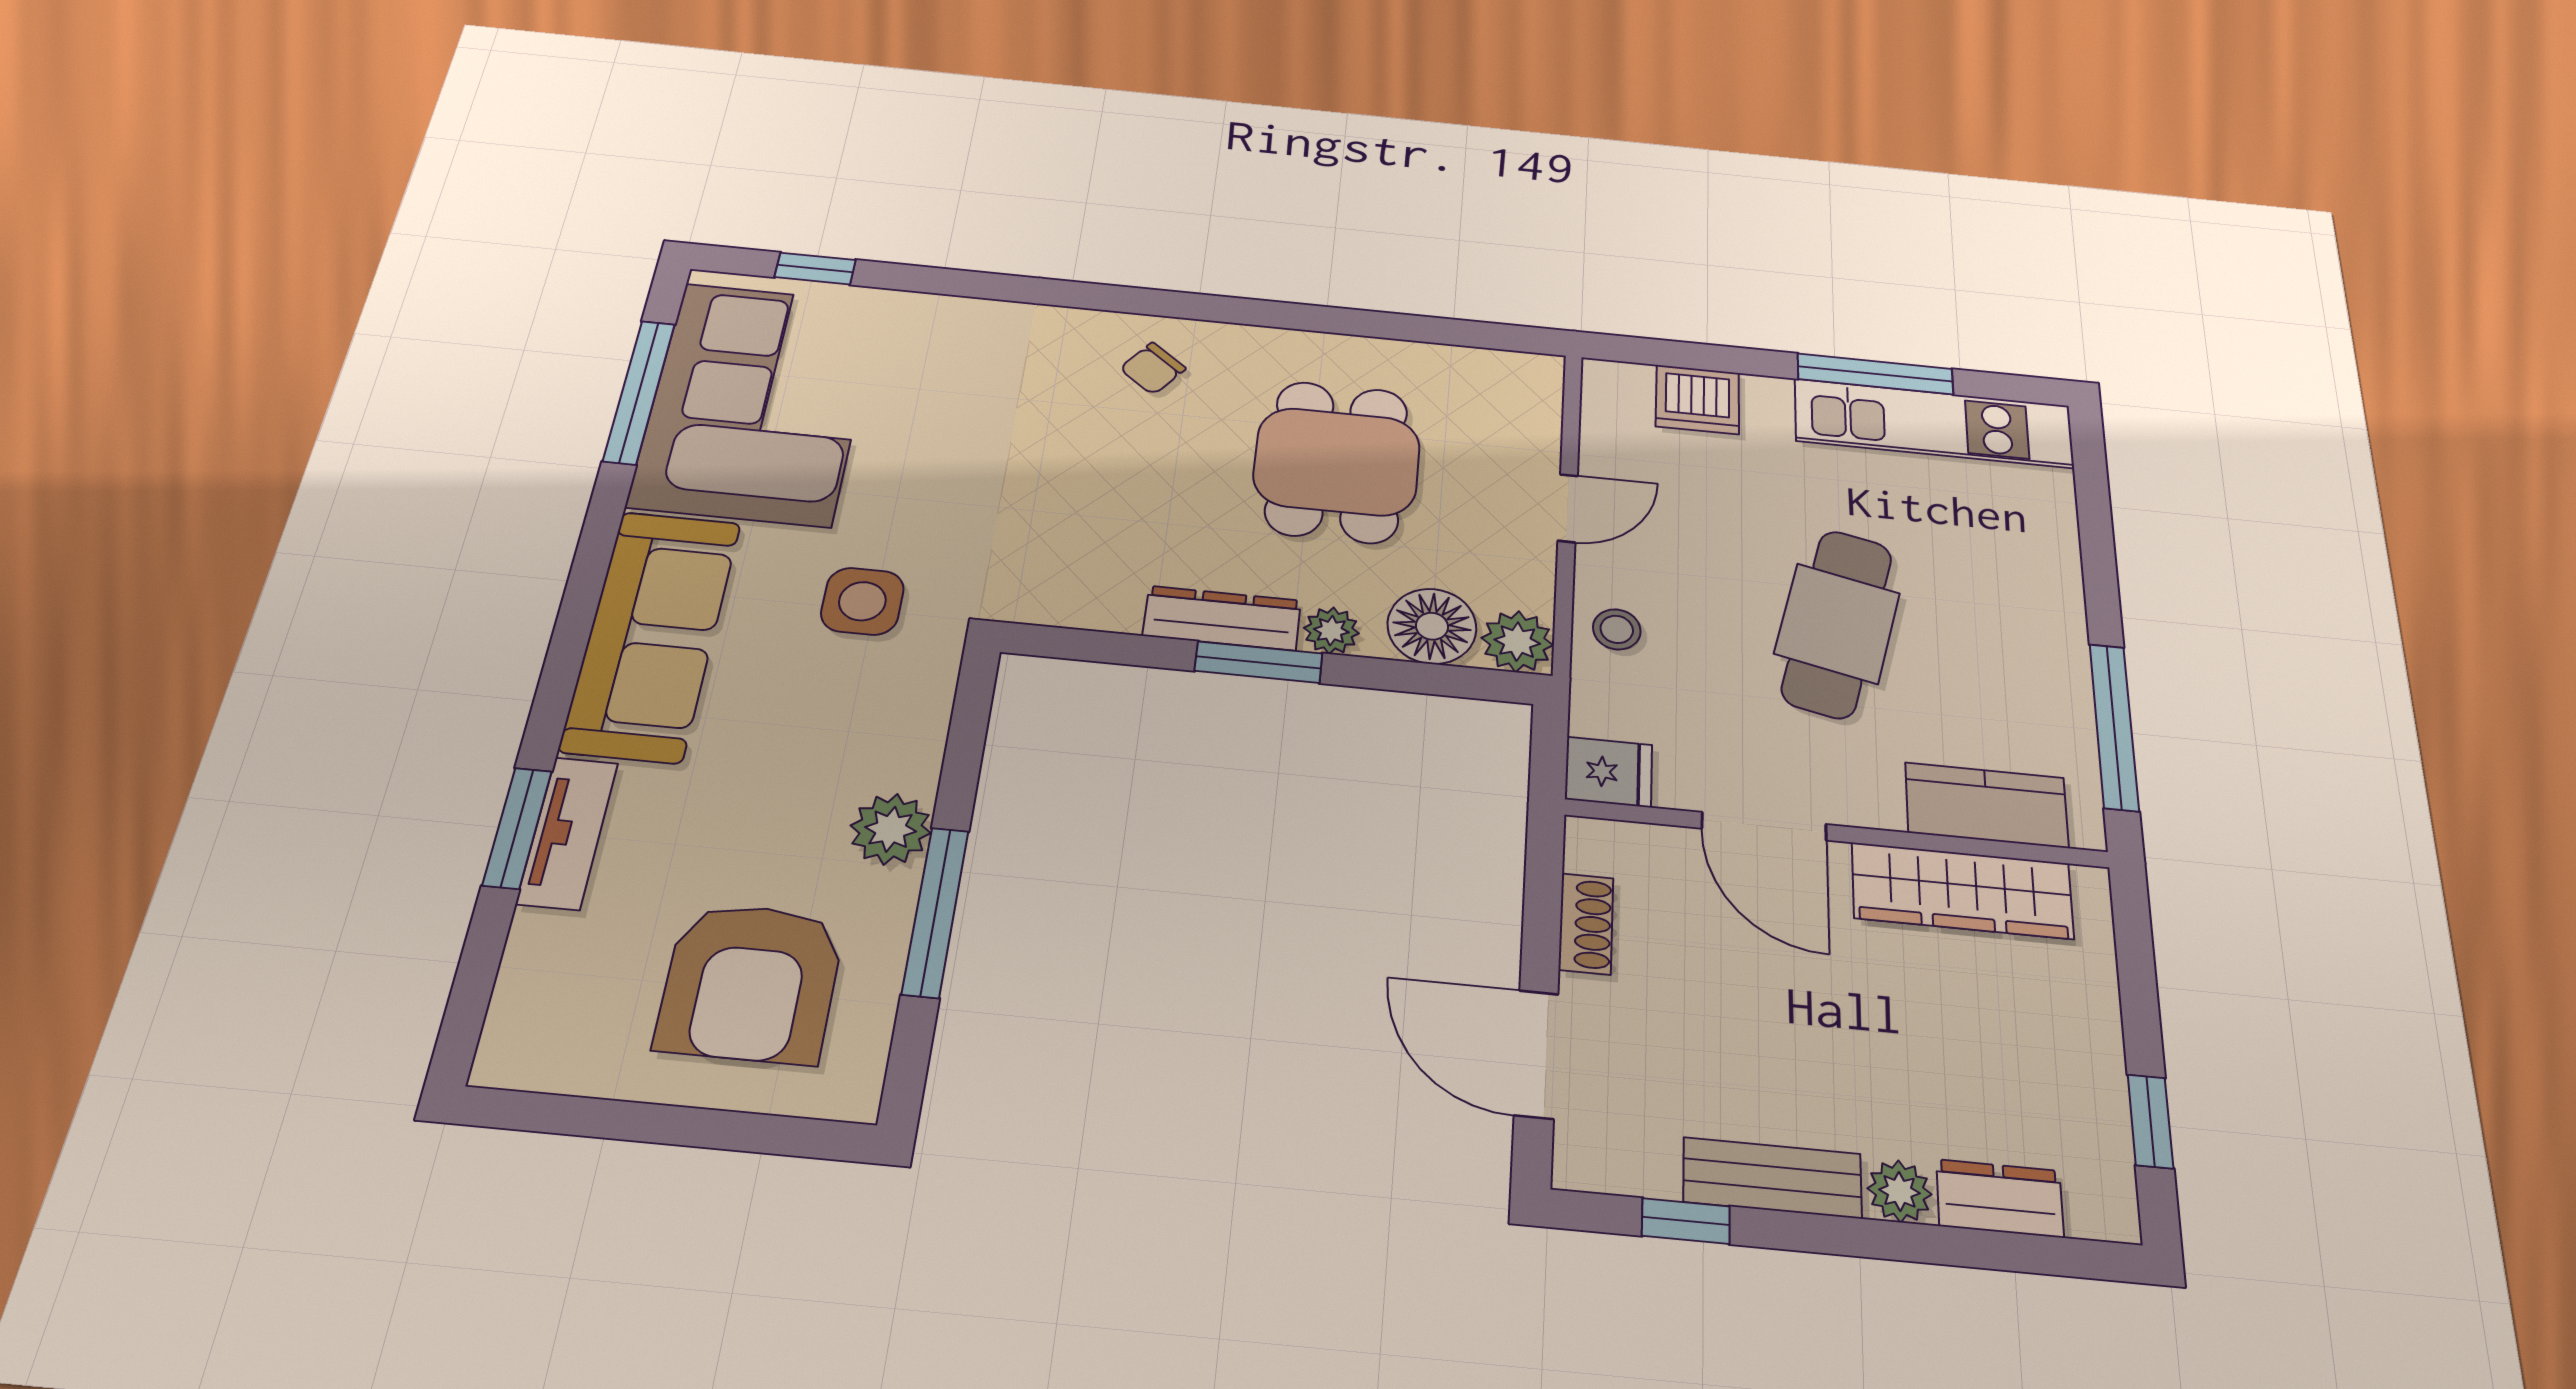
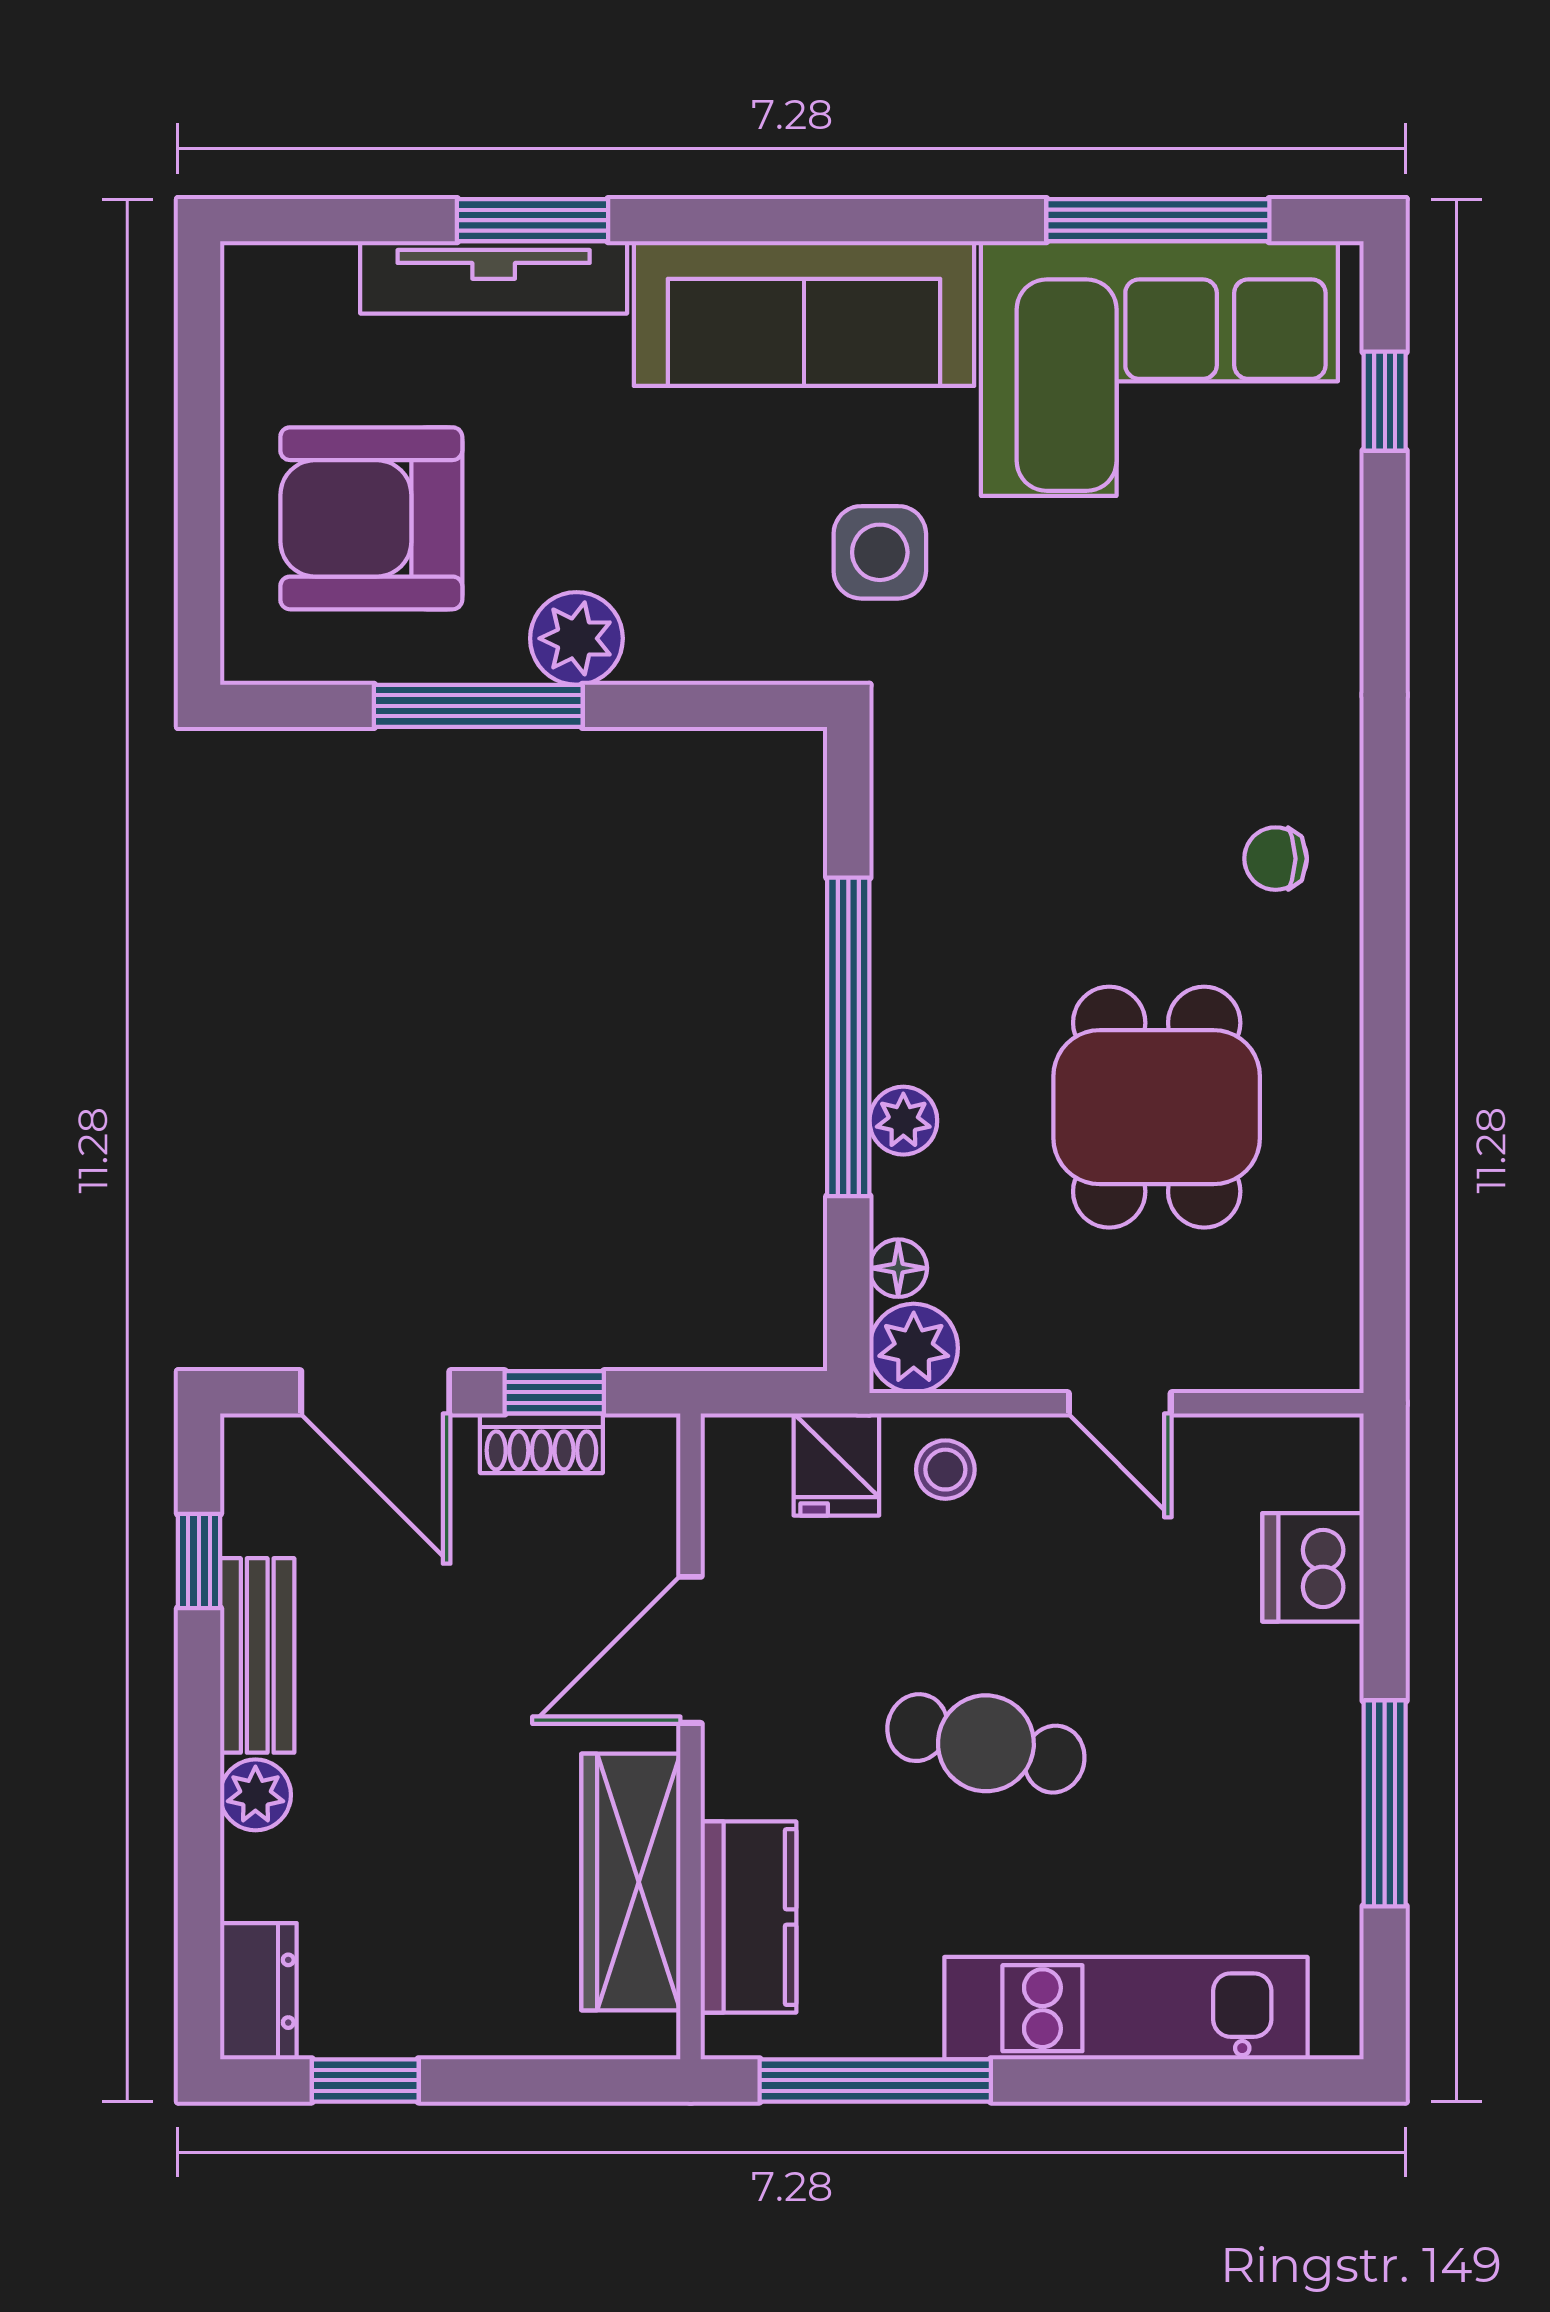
chair: (1153, 368) -> (1276, 859), turned -38
kitchen unit: (1934, 423) -> (1126, 2008), moved, turned 90
dining table: (1337, 462) -> (1157, 1107), turned 90
dresser: (1222, 618) -> (906, 987), removed
cafe table: (1837, 623) -> (986, 1743), width x0.73, depth x0.74
floor lamp: (1432, 626) -> (898, 1268), width x0.53, depth x0.53
window: (1259, 662) -> (848, 1037), width x2.11
fridge: (1609, 772) -> (836, 1464), moved
tv unit: (567, 833) -> (494, 277), width x1.41
window: (1542, 909) -> (554, 1392), added
door: (1536, 1054) -> (375, 1392), swing flipped
dresser: (2000, 1198) -> (258, 1991), moved

